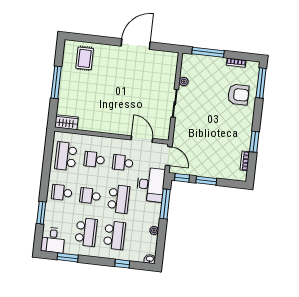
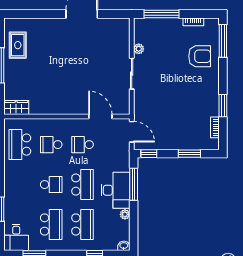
rug: (85, 58) -> (18, 45), moved
window: (206, 181) -> (189, 154), moved
desk: (151, 185) -> (115, 190), moved
school desk: (62, 193) -> (20, 185), removed
school desk: (90, 196) -> (51, 185), turned 180

